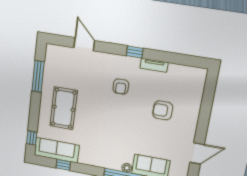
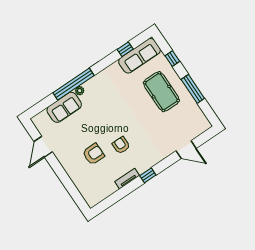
window: (38, 76) -> (193, 89), moved
armchair: (121, 87) -> (121, 145), moved
window: (32, 138) -> (172, 59), moved

